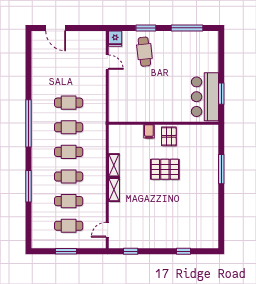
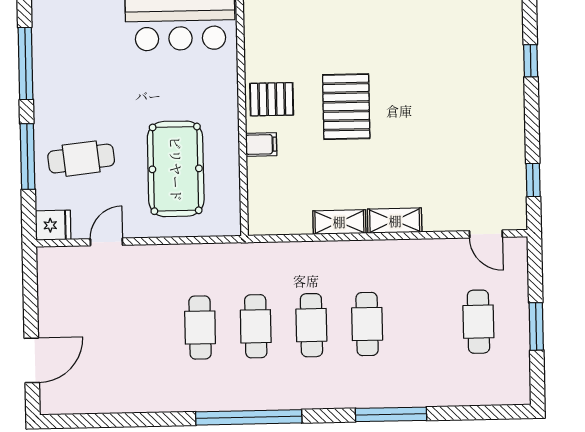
window: (146, 28) -> (27, 156), width x1.44
pool table: (139, 93) -> (176, 169), added
cafe table: (69, 201) -> (423, 323), removed

